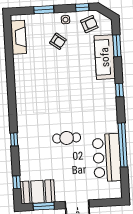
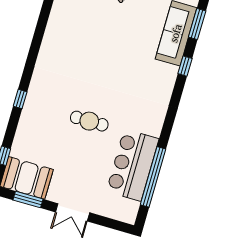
window: (119, 90) -> (185, 66), moved
window: (123, 145) -> (153, 177), moved

